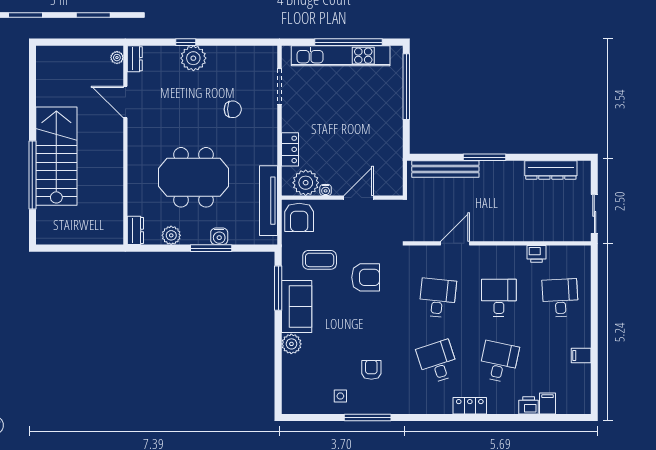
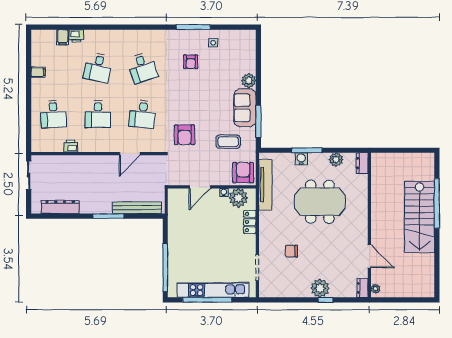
armchair: (366, 277) -> (184, 135), moved, turned -90
locker: (470, 406) -> (119, 36), removed

